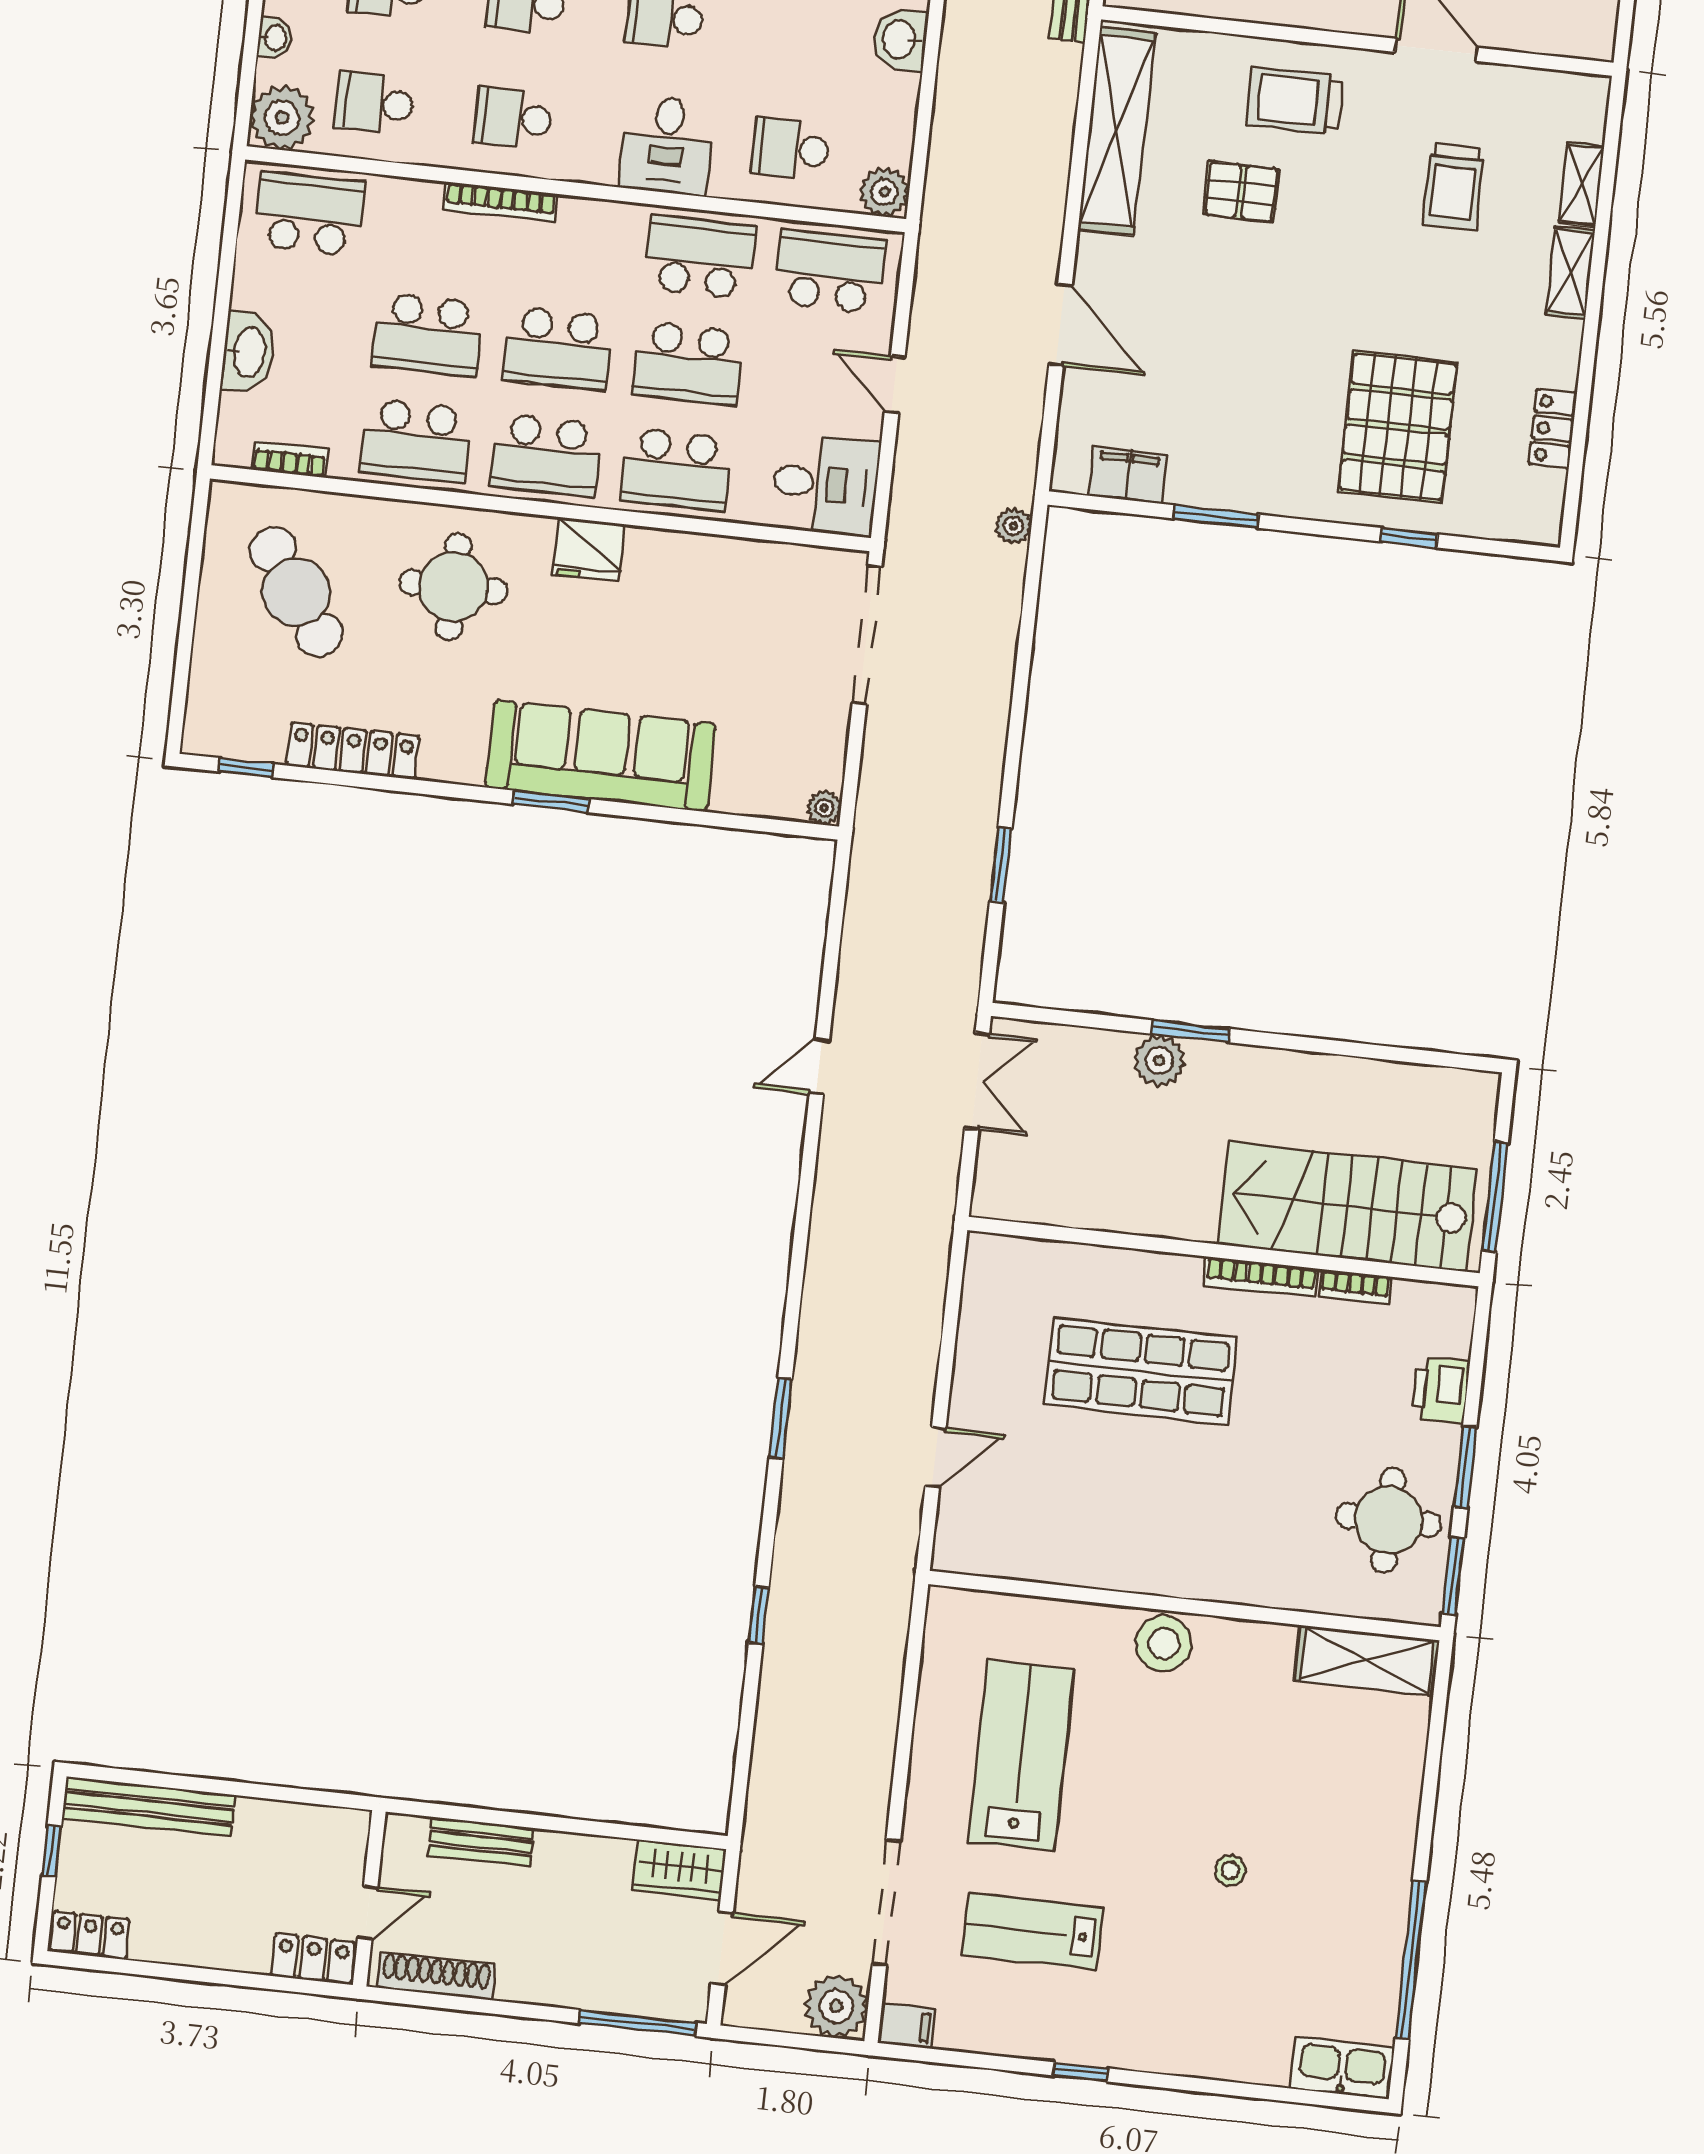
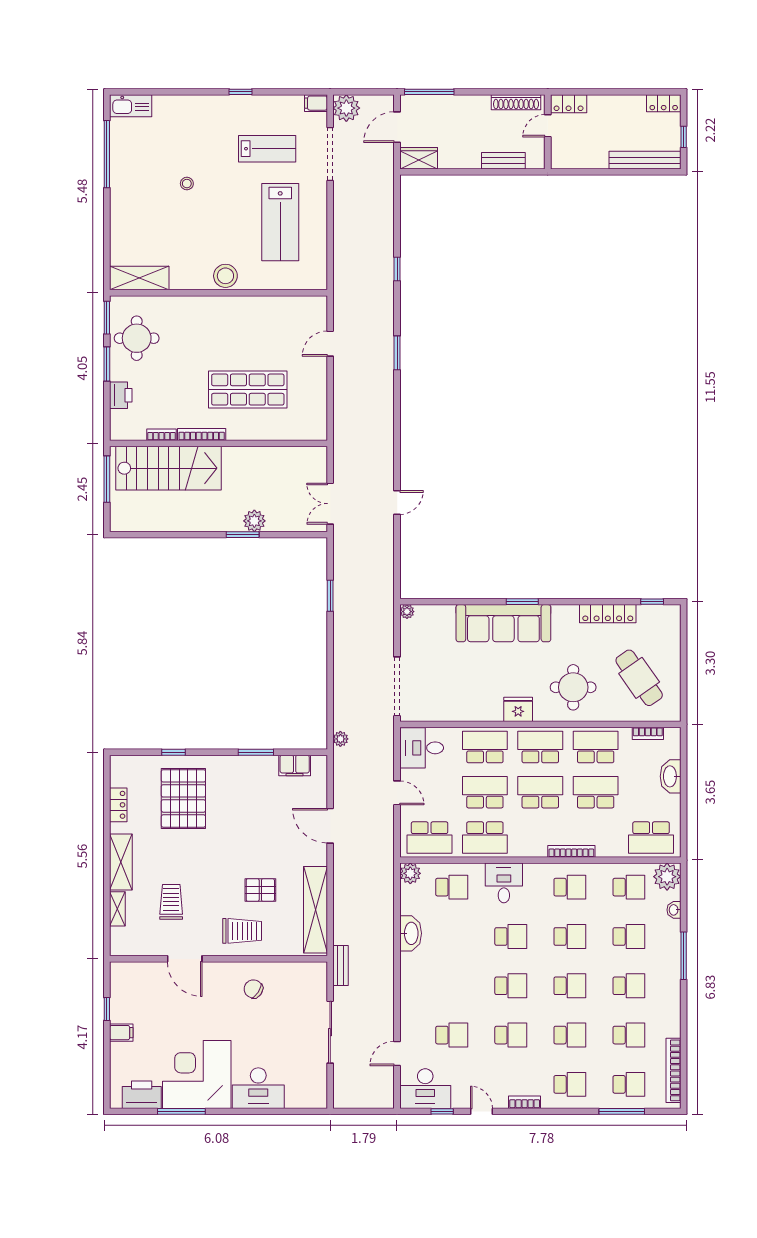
washbasin: (900, 39) -> (411, 933), width x1.38
shelving: (1570, 273) -> (121, 862), width x1.50, depth x1.33

